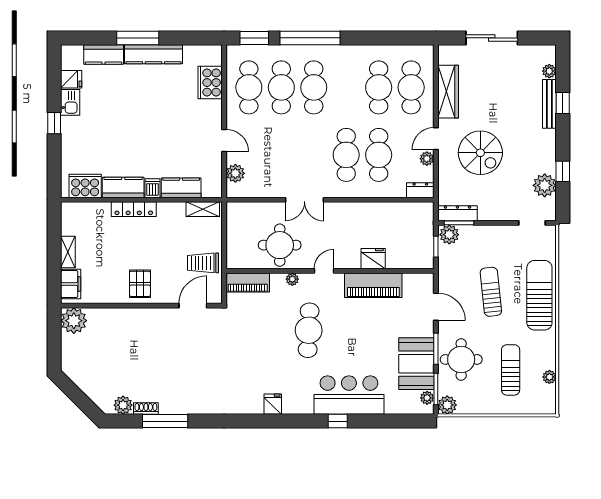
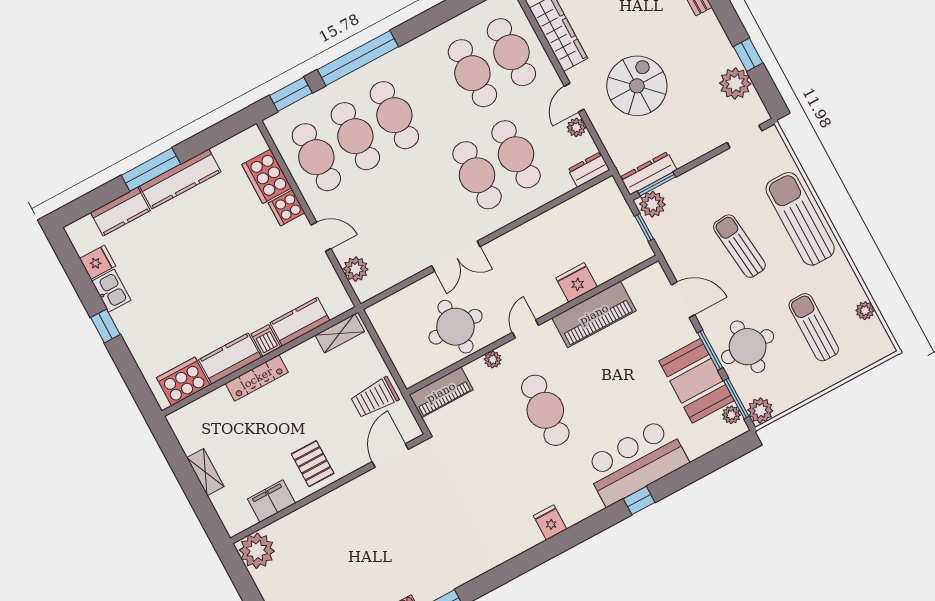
cooker: (212, 110) -> (287, 208), added
spiral stairs: (480, 153) -> (637, 86), turned -90
filing cabinet: (71, 284) -> (271, 501), moved, turned -90

